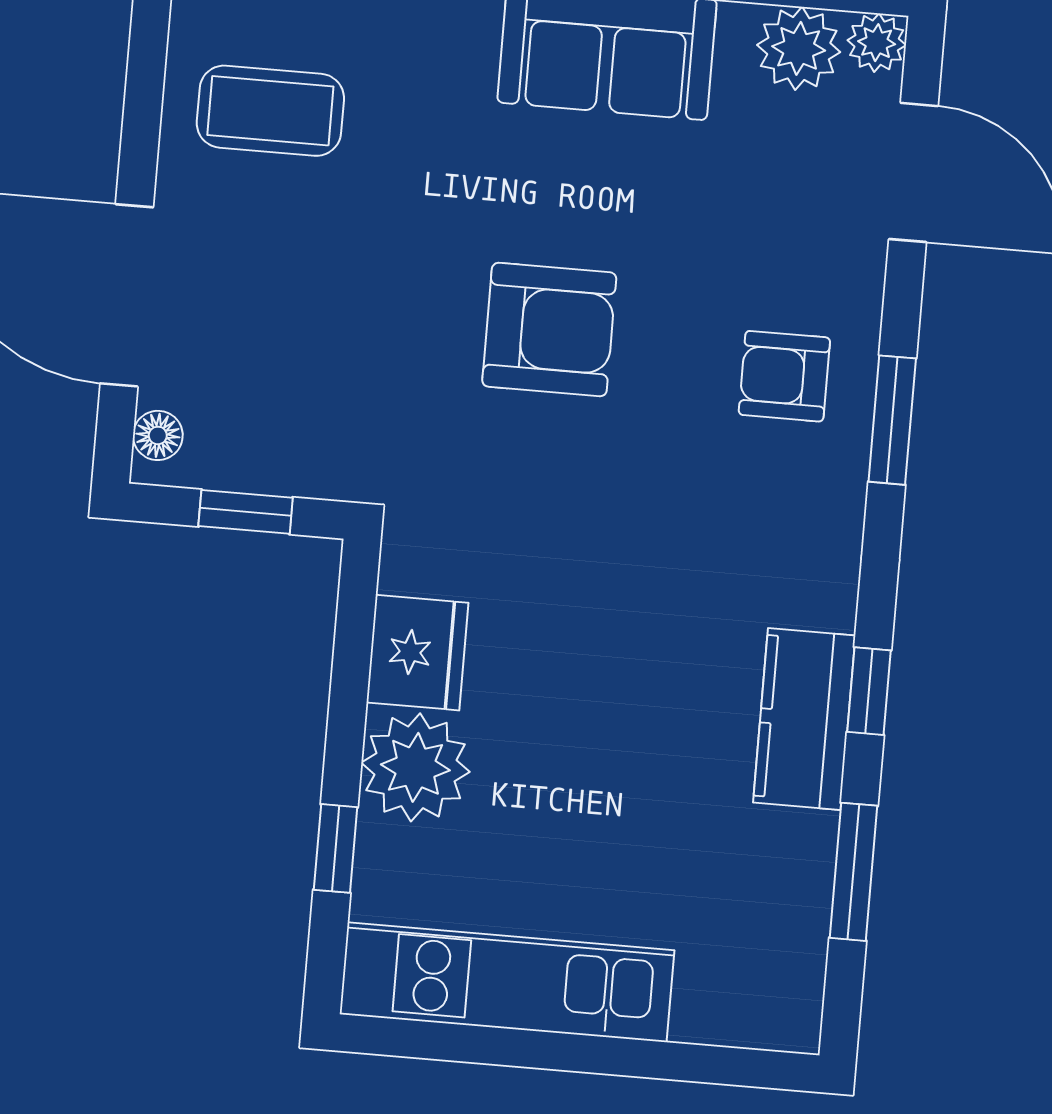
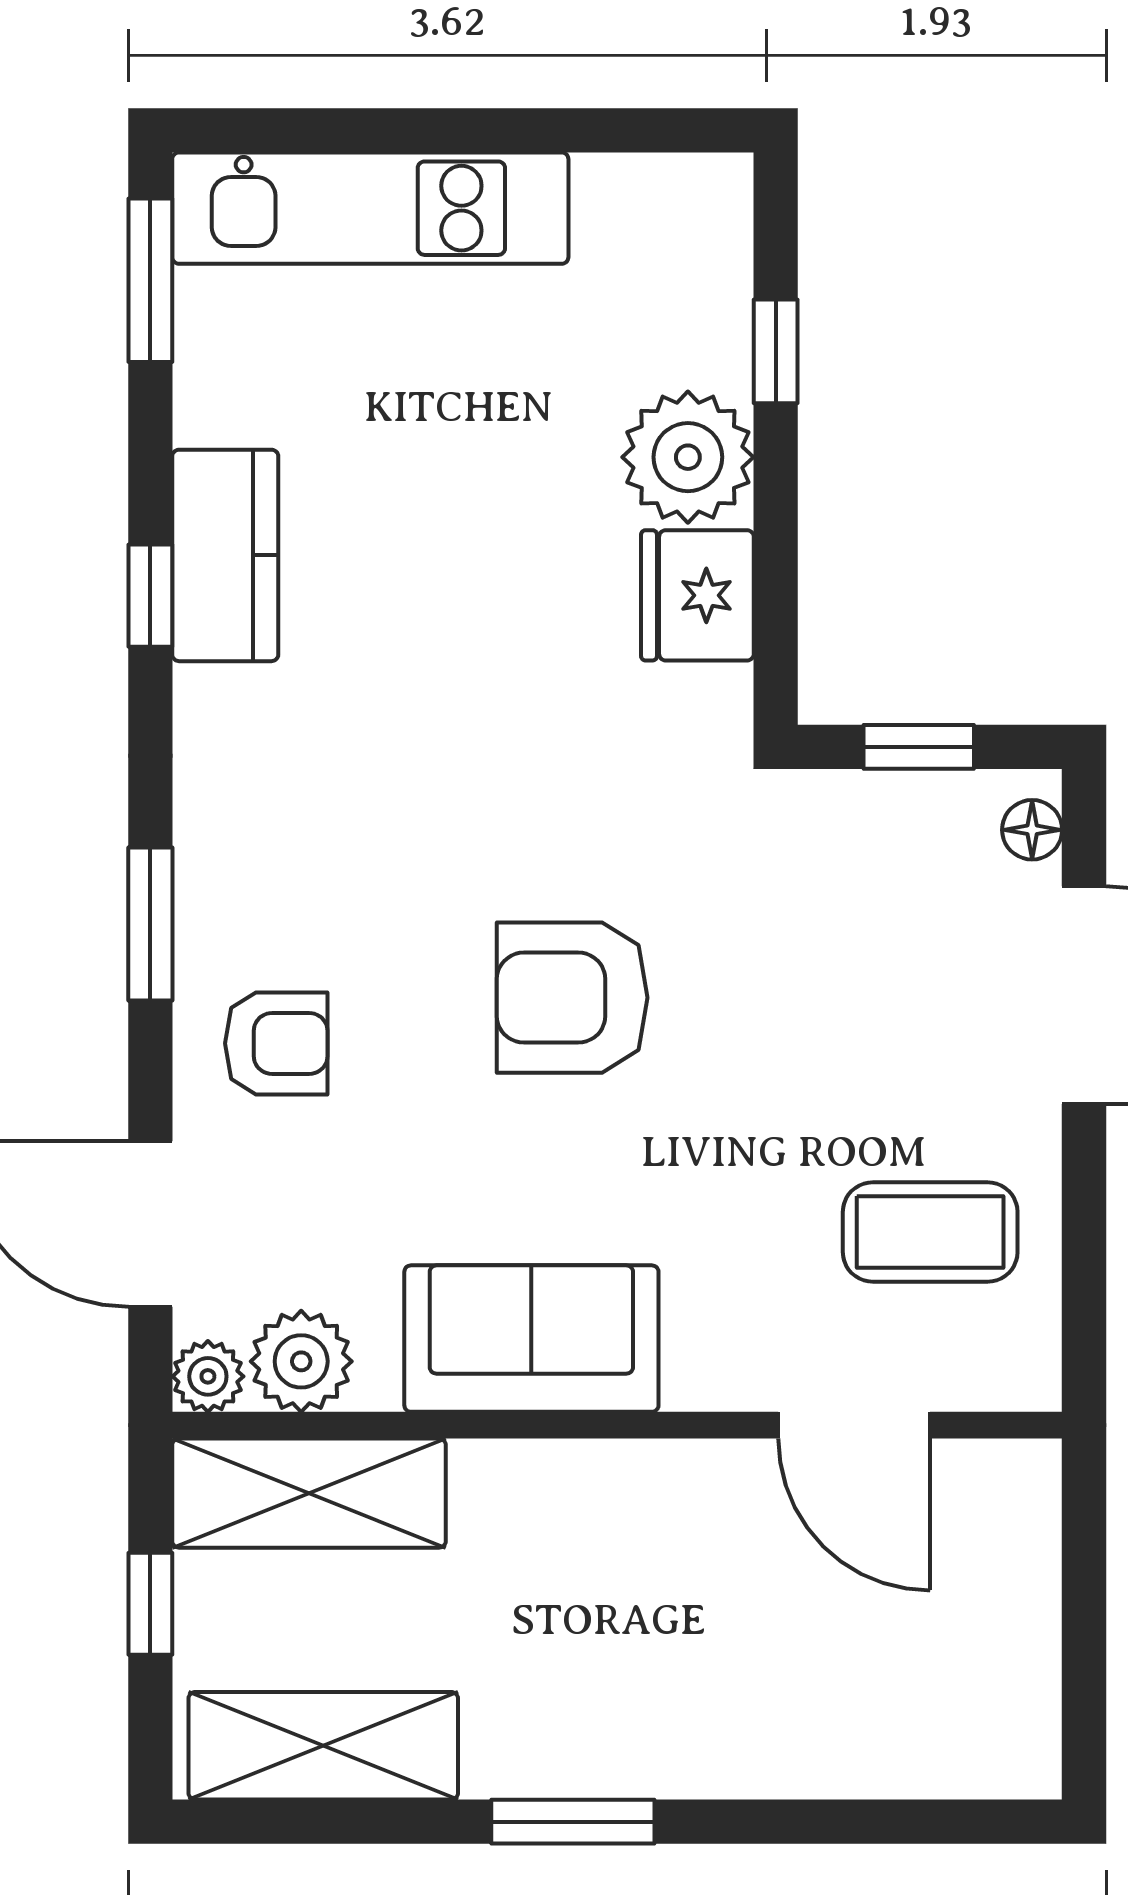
armchair: (784, 376) -> (276, 1043), moved
window: (853, 872) -> (150, 280), moved
kitchen unit: (507, 982) -> (370, 208), moved

